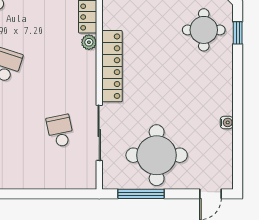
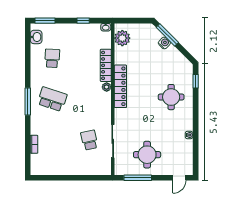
round table: (204, 30) -> (171, 97), moved
locker: (112, 66) -> (120, 86), moved
round table: (157, 155) -> (147, 155), width x0.73, depth x0.73

